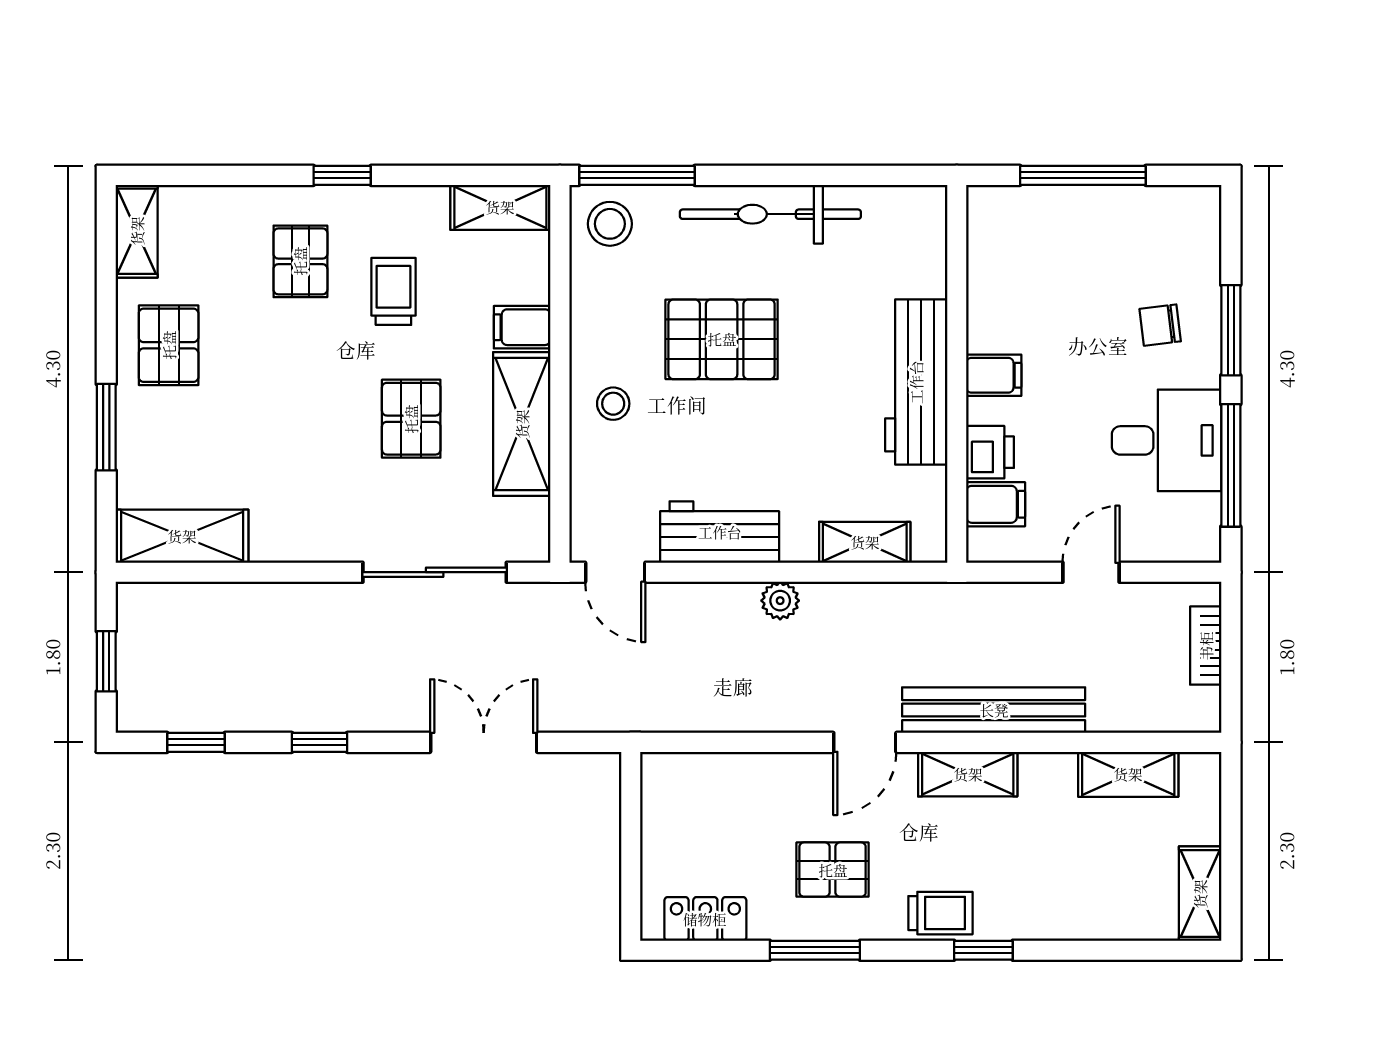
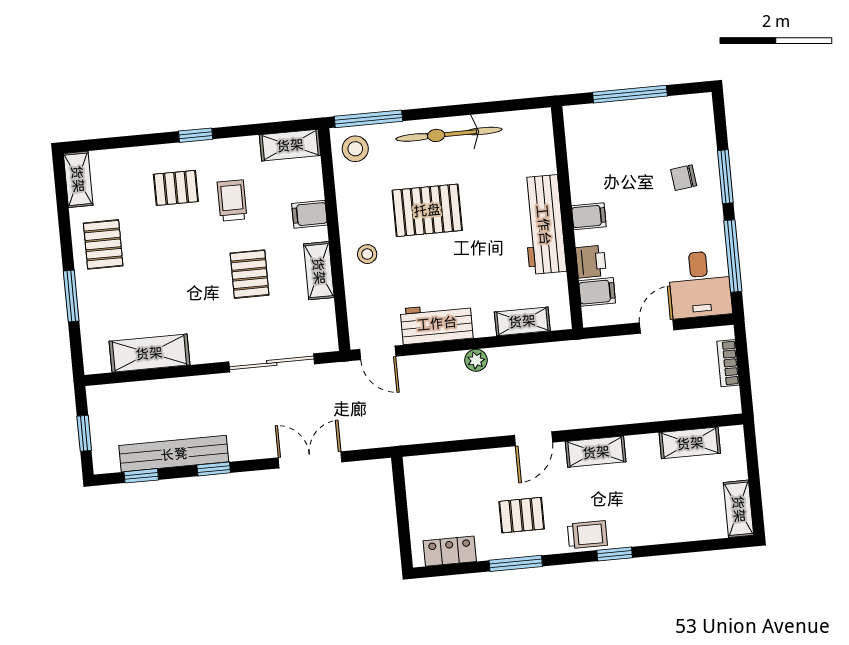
pallet: (300, 261) -> (176, 188), turned 90
shelving: (522, 424) -> (319, 271), width x0.67, depth x0.75
desk: (1167, 440) -> (700, 284), moved, turned 90
shelving: (182, 536) -> (149, 353), moved
bench: (994, 710) -> (174, 454), moved

